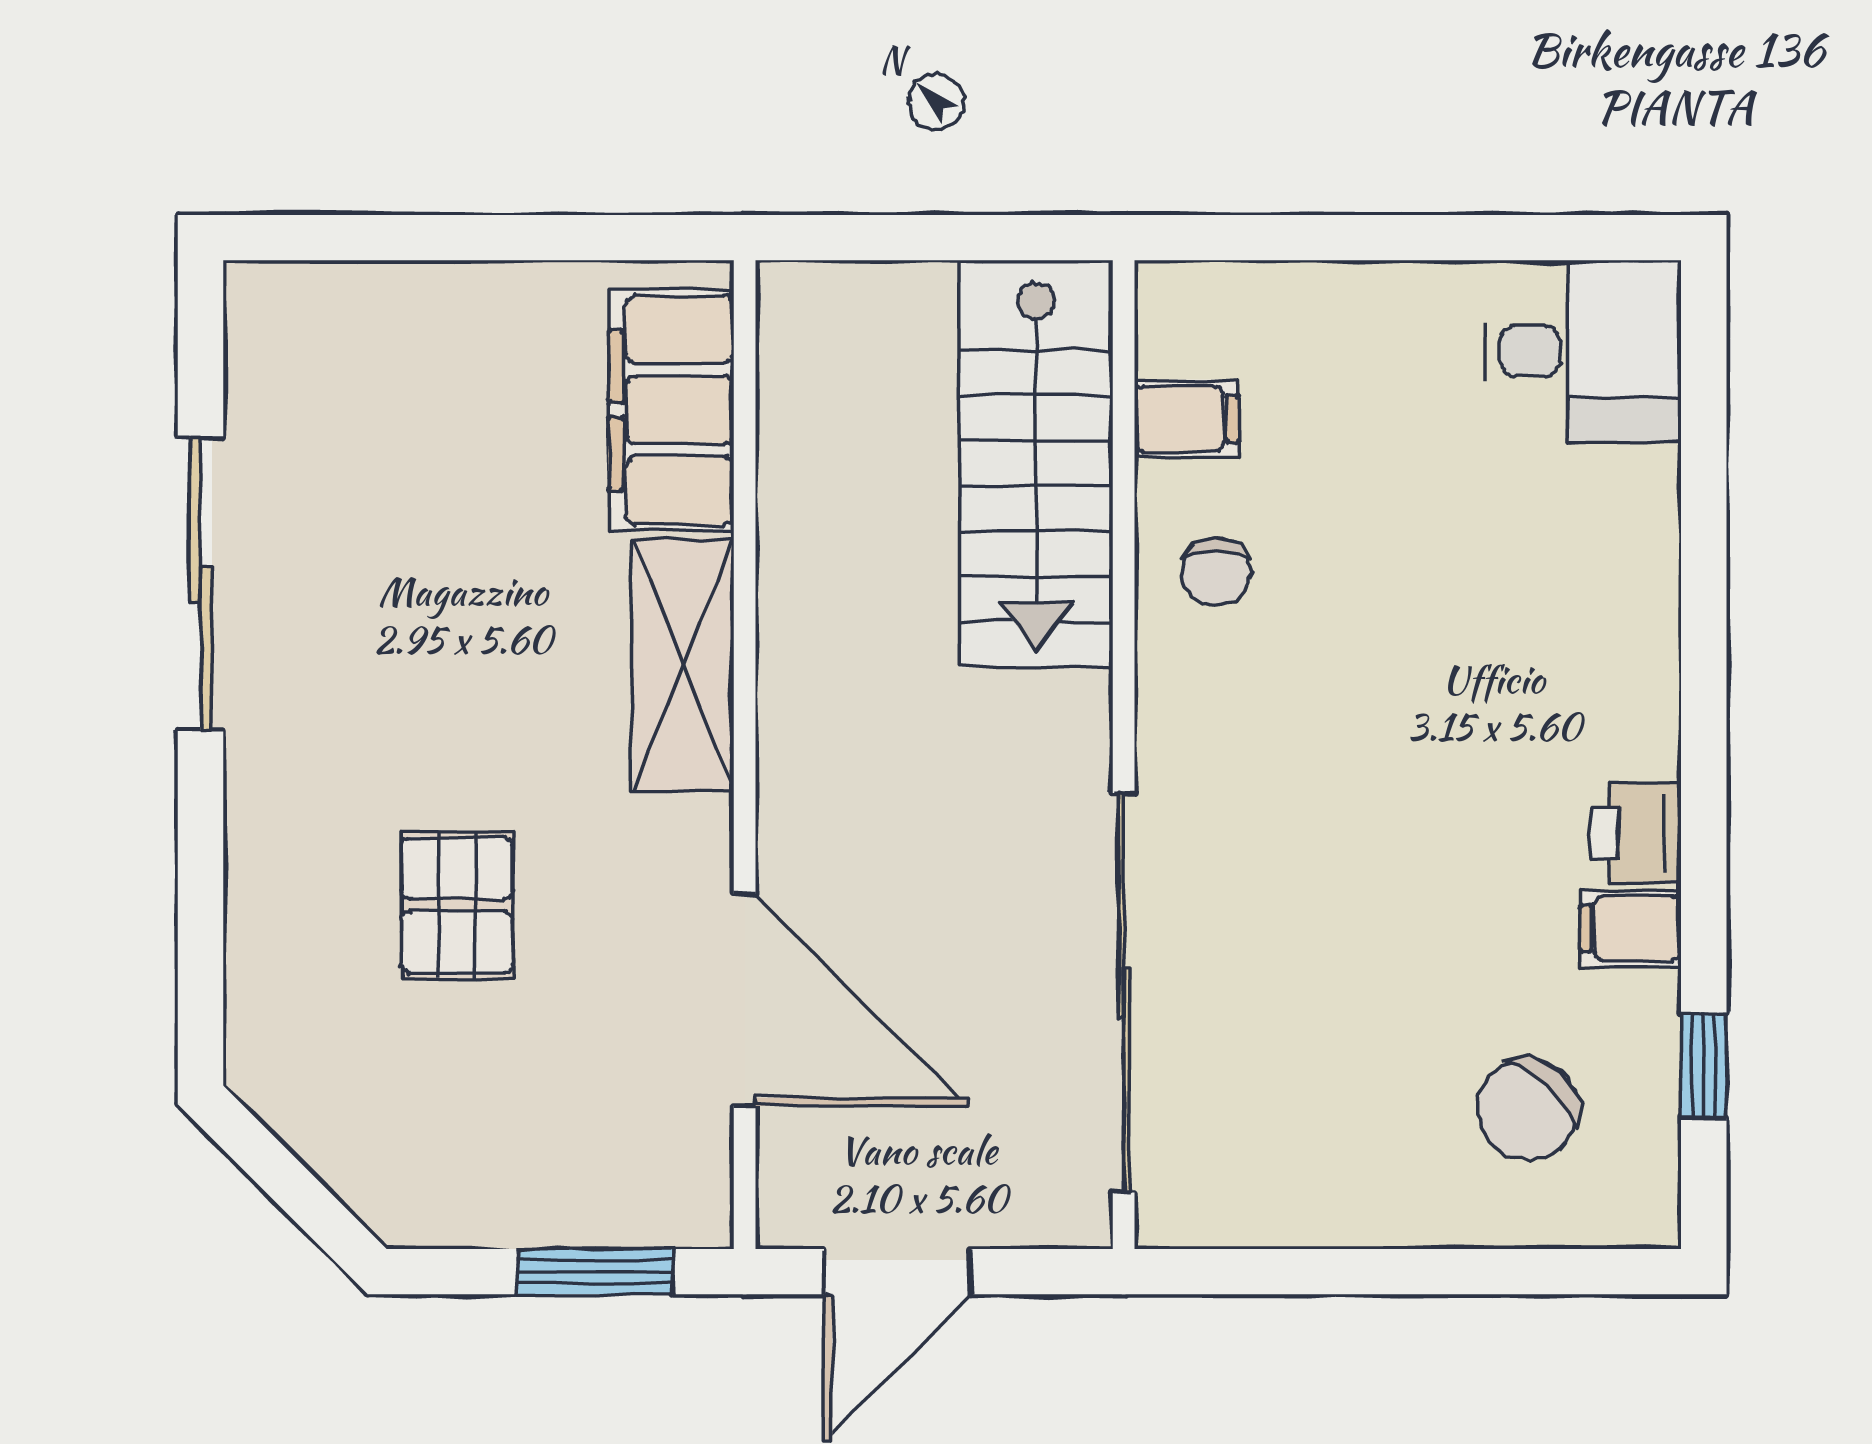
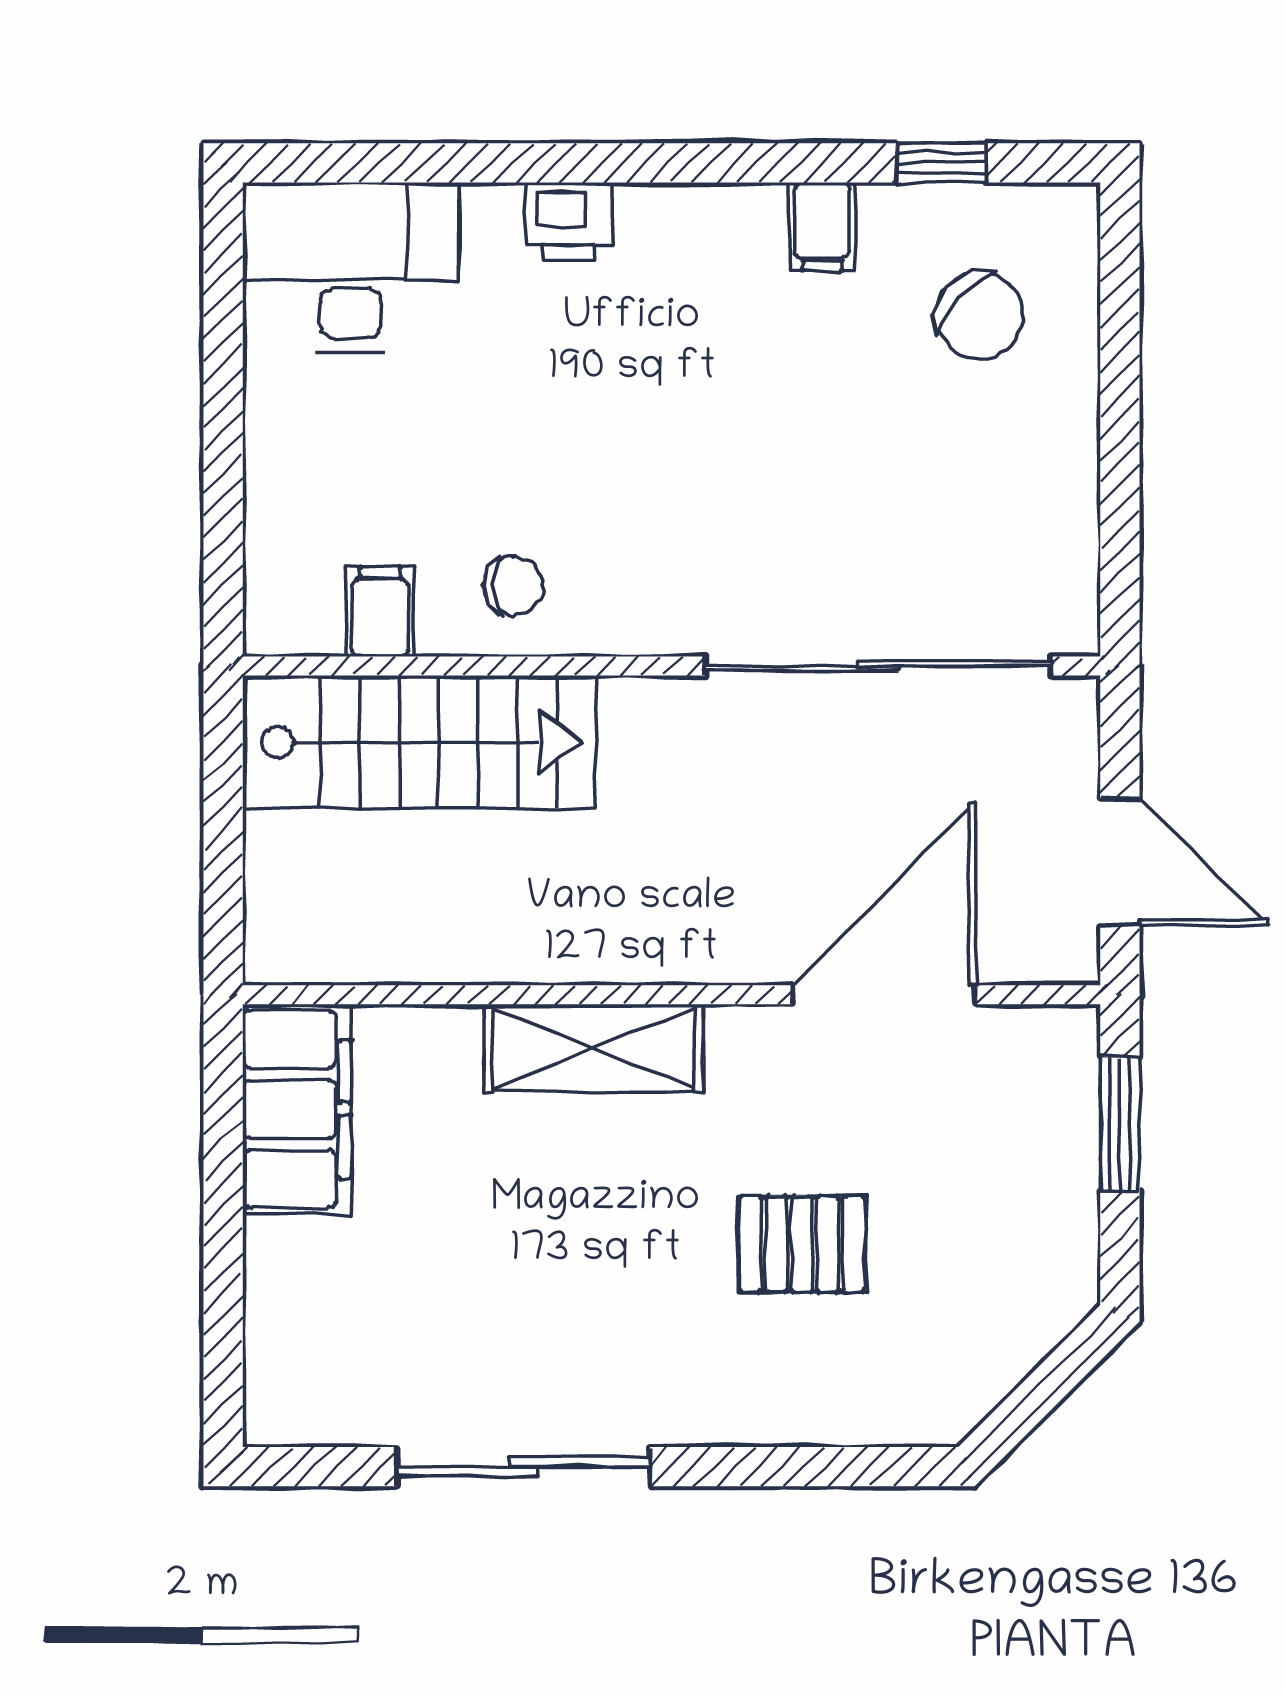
desk: (1583, 351) -> (351, 267), width x1.37
filing cabinet: (671, 410) -> (297, 1109), moved, turned -90
printer: (1636, 833) -> (569, 222), moved

